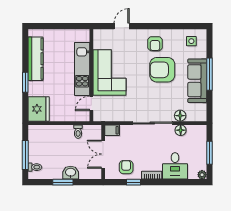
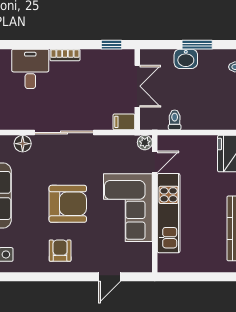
armchair: (162, 70) -> (68, 204), moved
plant: (98, 116) -> (145, 143), added
floor lamp: (181, 130) -> (22, 122), removed
armchair: (126, 167) -> (103, 67), removed
window: (134, 182) -> (112, 45), moved

